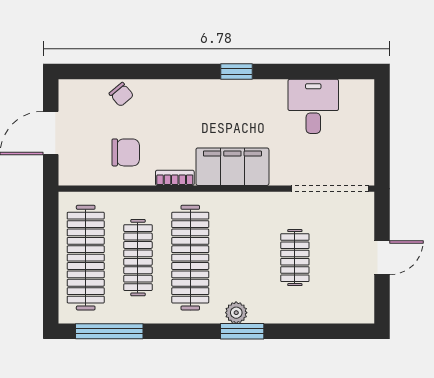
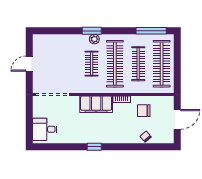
desk: (313, 106) -> (45, 129), moved, turned 90
clothes rail: (295, 258) -> (92, 64), moved

